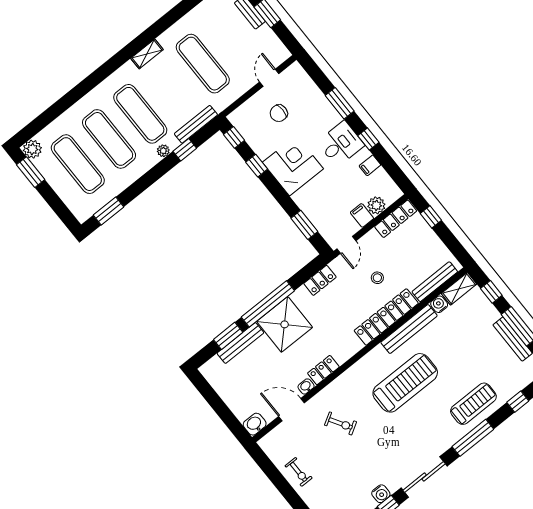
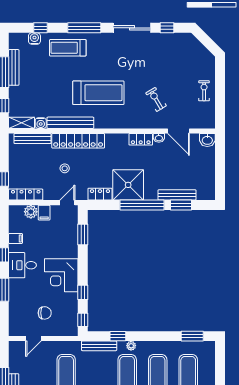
shower: (285, 324) -> (128, 185), moved
treadmill: (405, 383) -> (98, 93), turned 180
water cooler: (381, 494) -> (34, 39), moved

